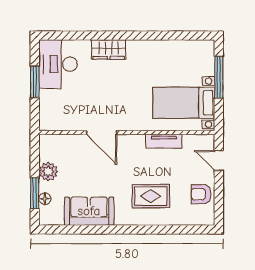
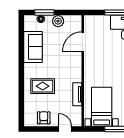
door: (102, 133) -> (83, 42), moved
door: (219, 160) -> (65, 129), hinge flipped
rug: (151, 196) -> (43, 86), turned 90

